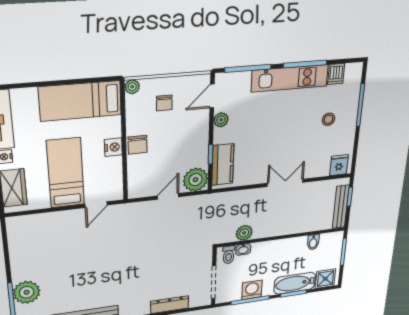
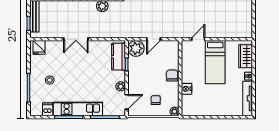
bed: (80, 101) -> (204, 105), removed
nightstand: (113, 147) -> (186, 89), moved

